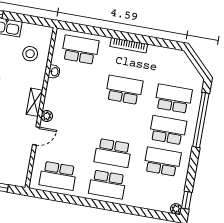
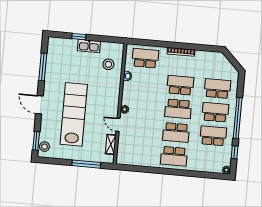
shelving: (34, 102) -> (111, 144), moved
window: (201, 120) -> (238, 118), moved
door: (36, 136) -> (118, 125), swing flipped
school desk: (58, 176) -> (178, 109), moved
window: (187, 200) -> (235, 152), moved

